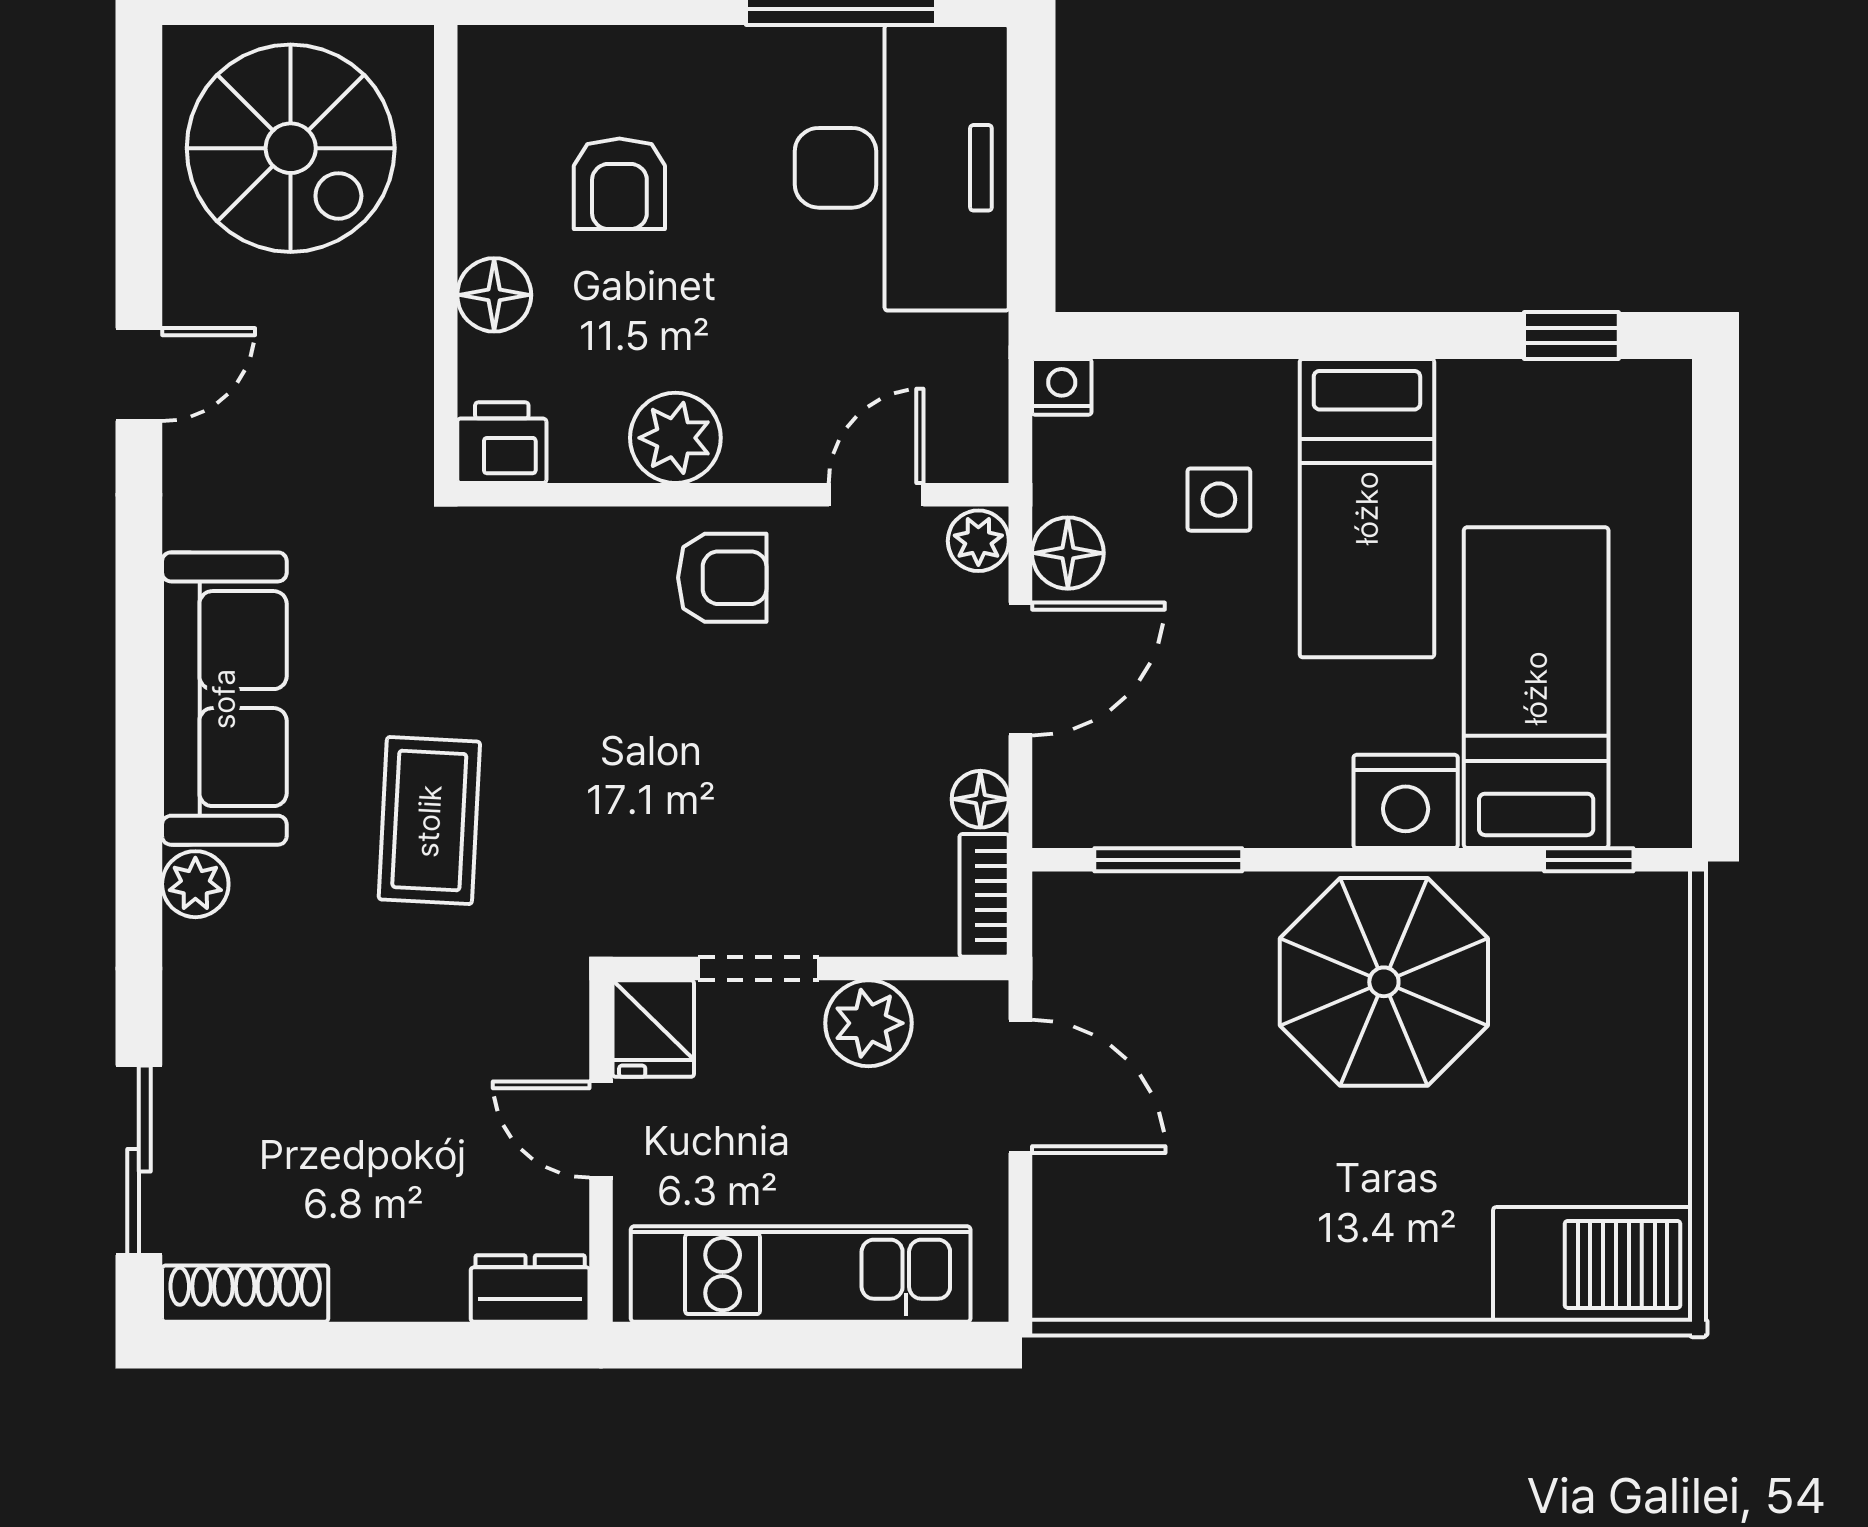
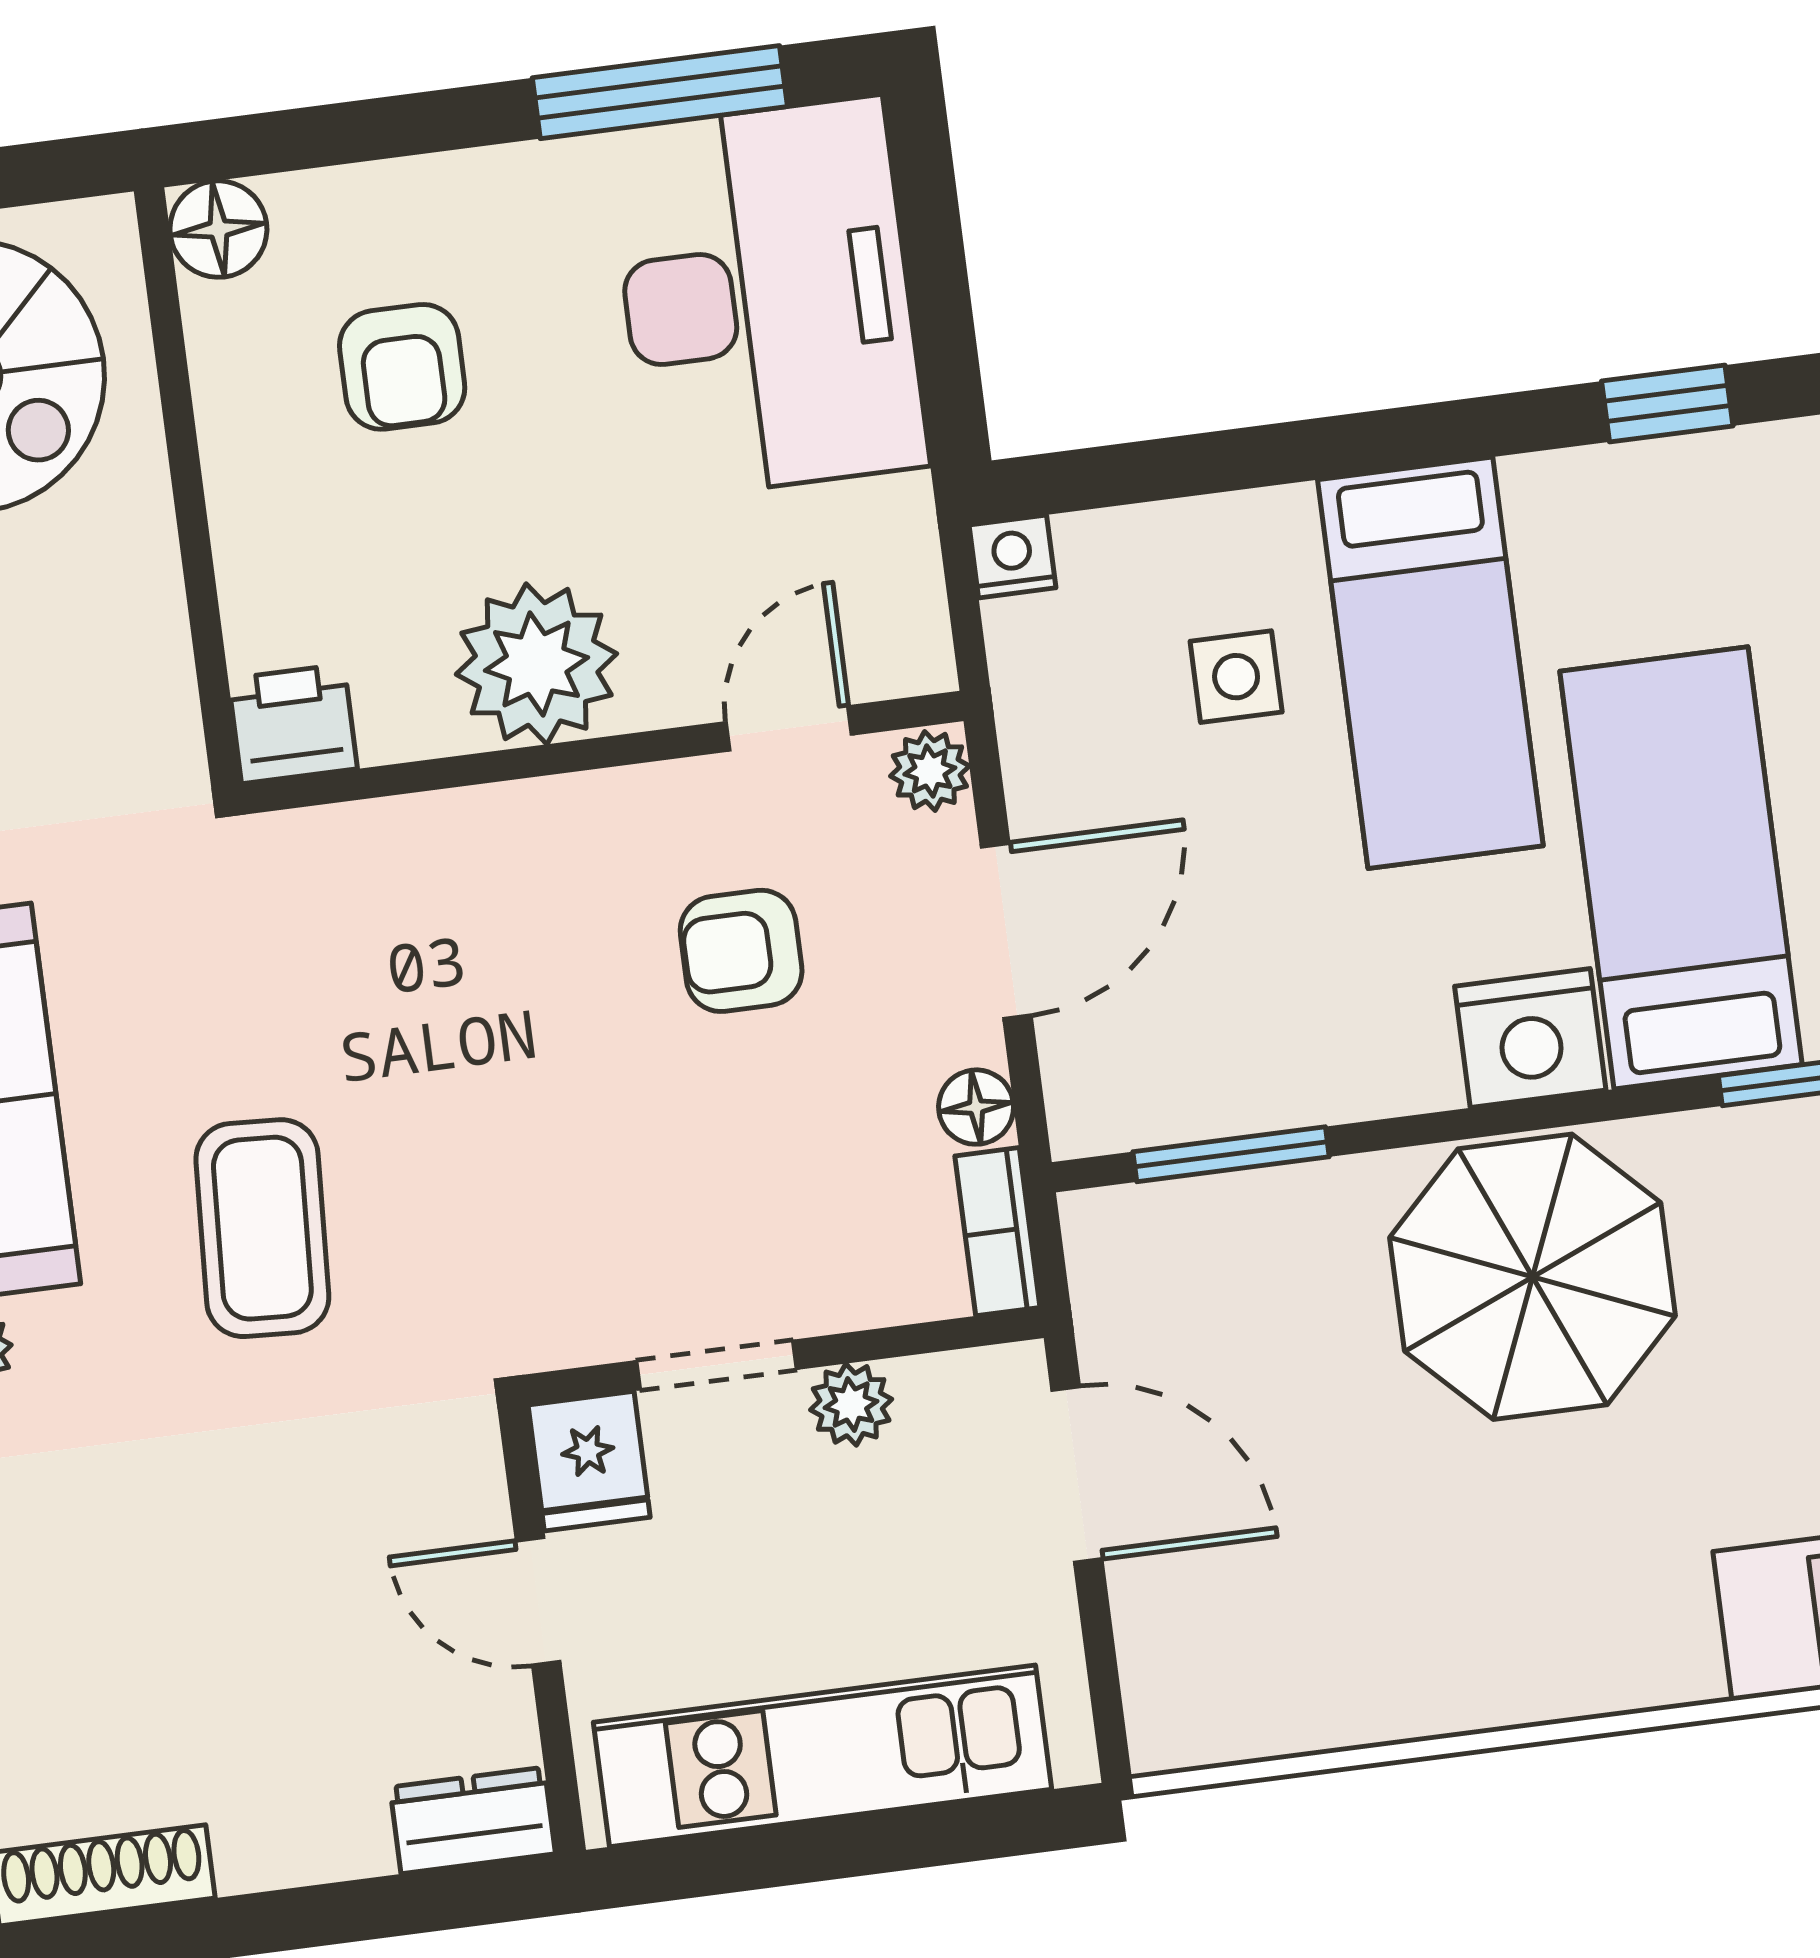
floor lamp: (494, 295) -> (218, 229), moved
plant: (675, 438) -> (537, 664), width x1.36, depth x1.36
floor lamp: (1068, 553) -> (1049, 772), removed
armchair: (722, 578) -> (741, 951), moved, turned 180
plant: (868, 1023) -> (851, 1404), width x0.73, depth x0.73

